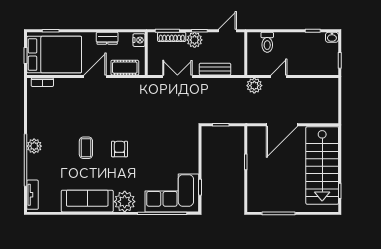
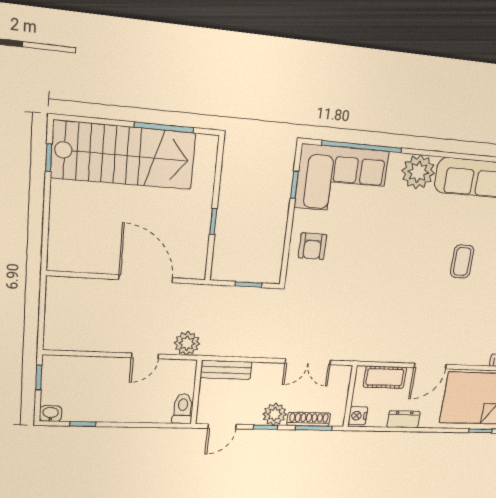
toilet: (267, 42) -> (183, 409), moved
bench: (215, 69) -> (226, 370), moved
door: (282, 125) -> (146, 279), hinge flipped
armchair: (119, 149) -> (313, 246), moved
stairs: (322, 165) -> (124, 155), moved, turned 90

